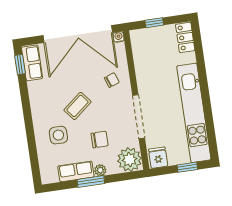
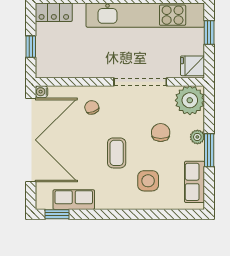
row of seats: (32, 63) -> (74, 200), moved
coffee table: (77, 106) -> (117, 153), turned 39
row of seats: (76, 171) -> (195, 182), moved

